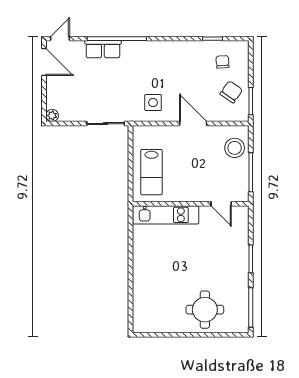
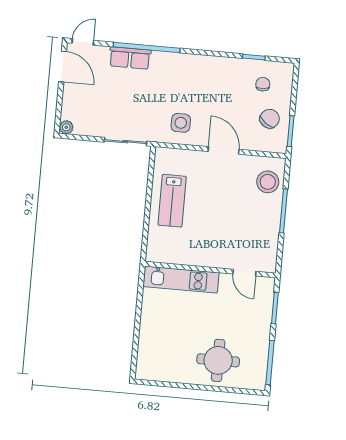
wall: (191, 204) -> (210, 270), moved
door: (221, 204) -> (244, 273), moved
kitchen unit: (166, 215) -> (181, 280), moved

